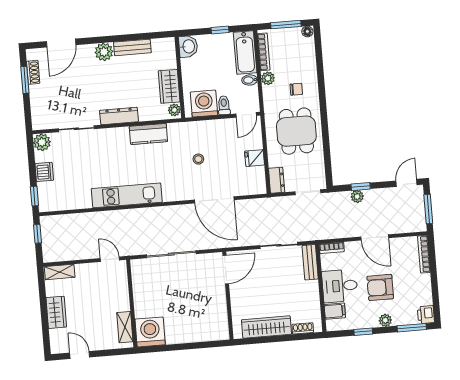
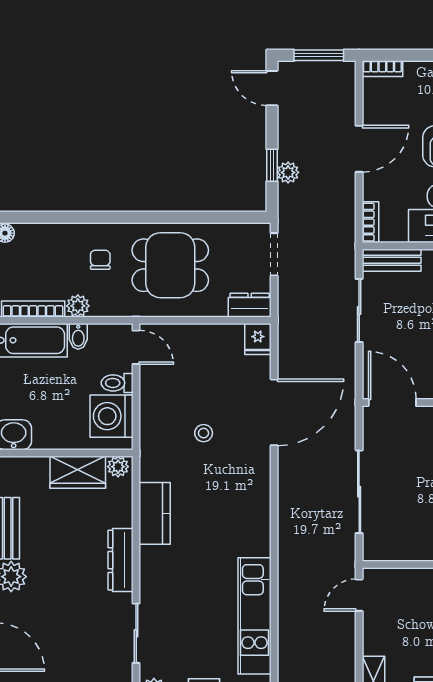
fridge: (255, 158) -> (258, 339), moved
kitchen unit: (127, 195) -> (255, 616), moved
bookcase: (424, 254) -> (382, 69), width x0.64

